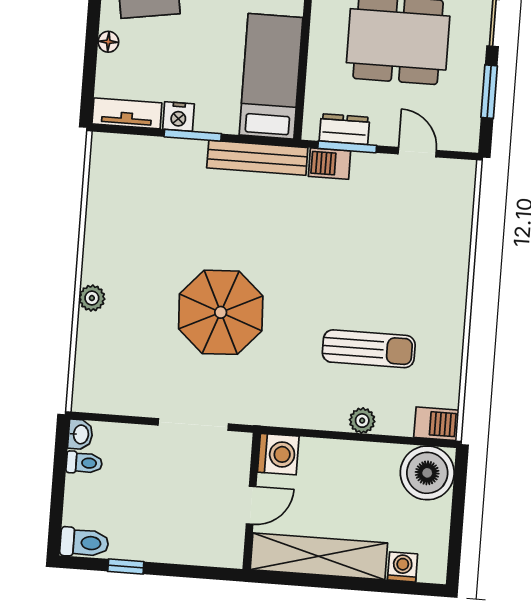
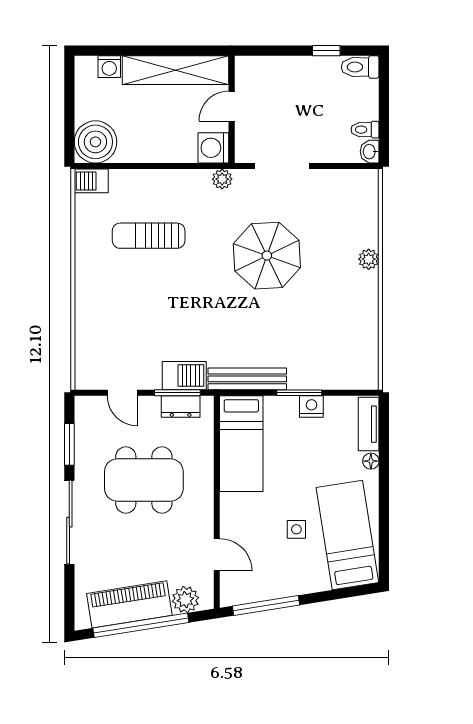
tv unit: (127, 113) -> (369, 424), moved, turned 90
barbecue: (330, 164) -> (184, 376), width x1.38, depth x1.27
plant: (362, 421) -> (222, 179), moved

